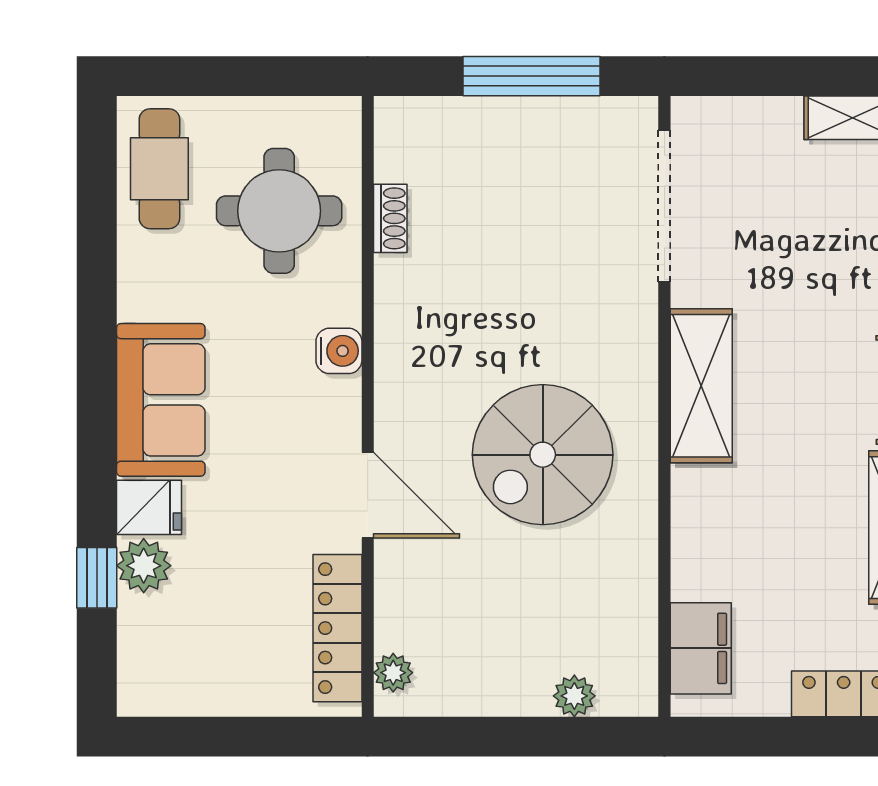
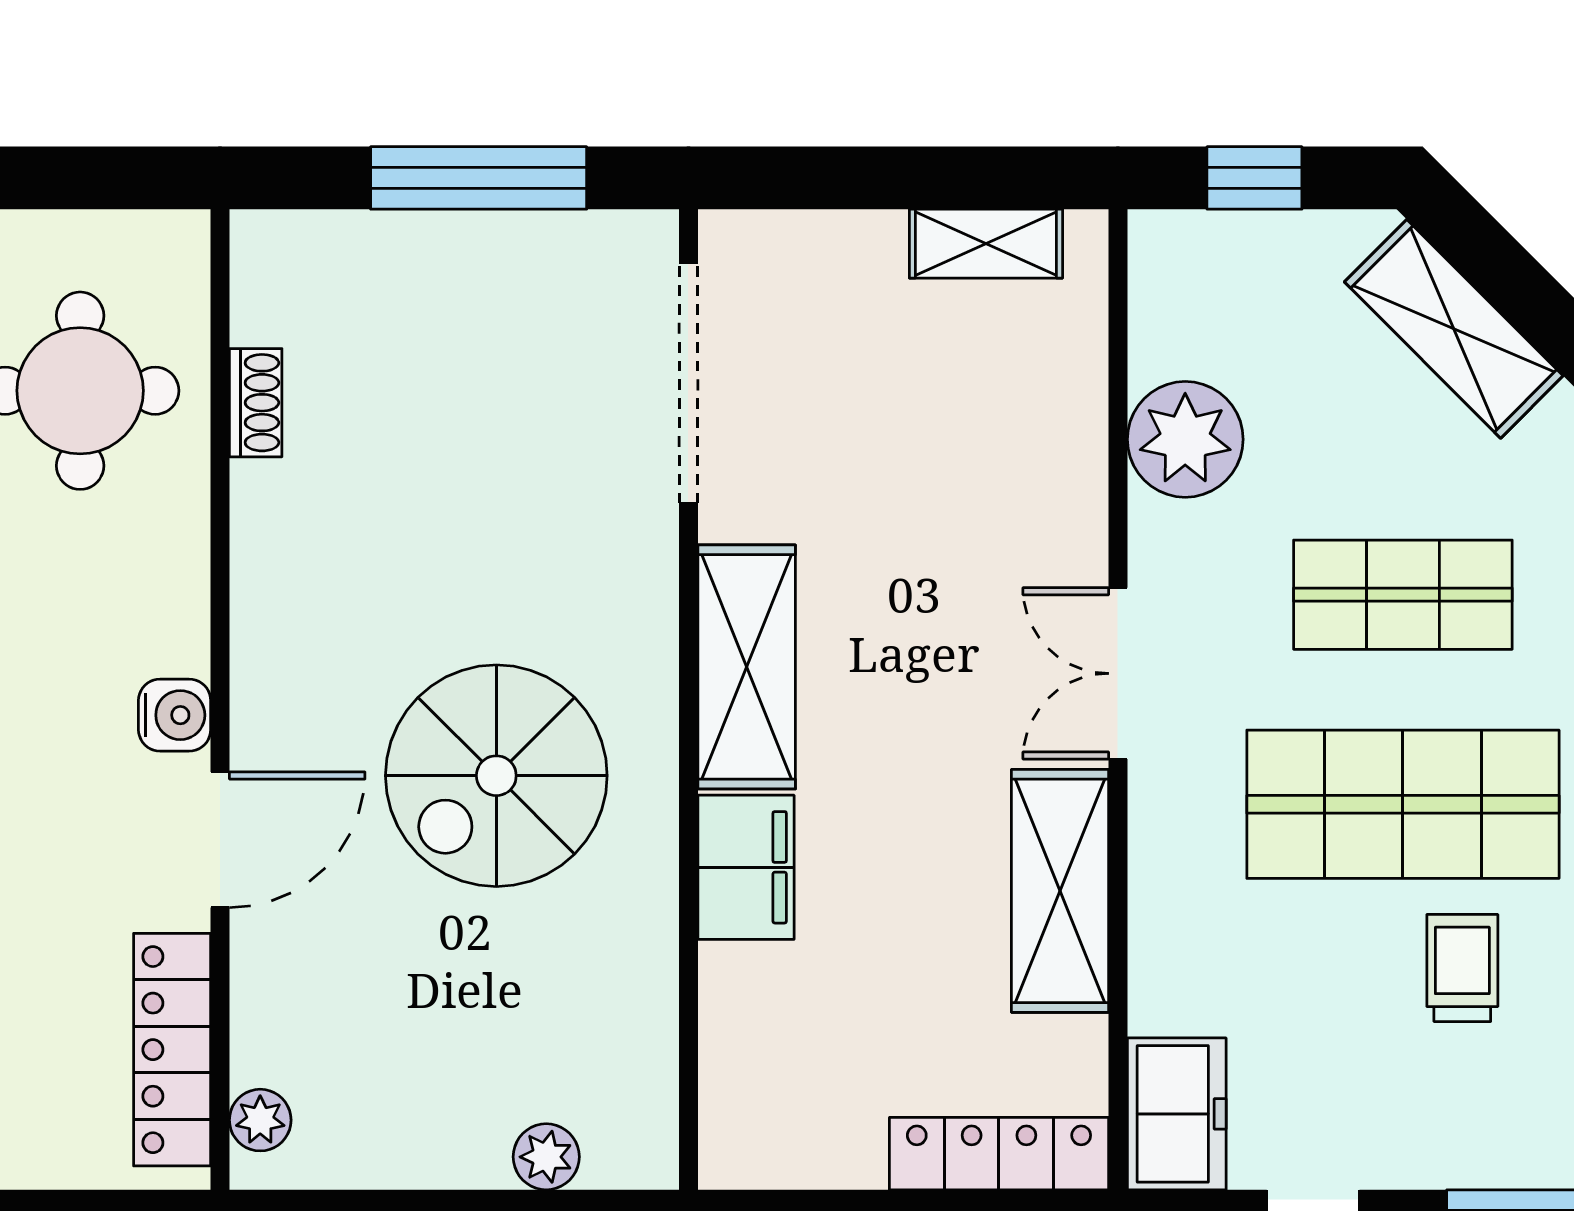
water cooler: (339, 351) -> (175, 715), moved
door: (368, 495) -> (220, 840), hinge flipped
filing cabinet: (701, 648) -> (746, 867), moved

